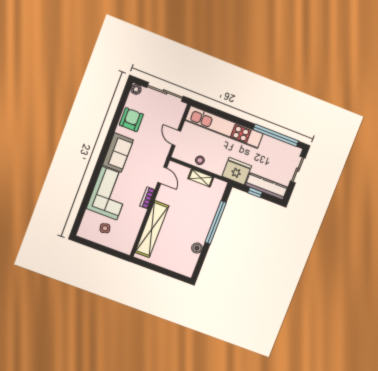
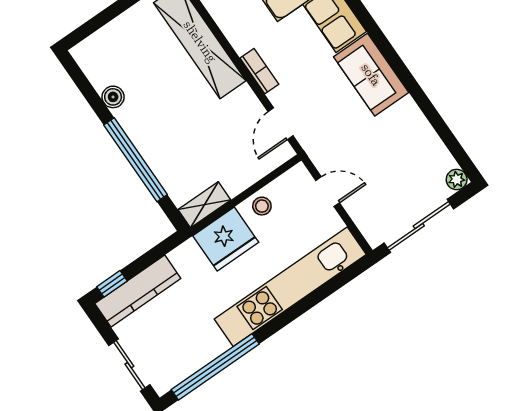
armchair: (131, 120) -> (411, 136), removed
fridge: (237, 171) -> (226, 239), moved
door: (162, 175) -> (281, 124), hinge flipped
shelving: (201, 178) -> (204, 205), moved
window: (255, 192) -> (112, 284), moved

